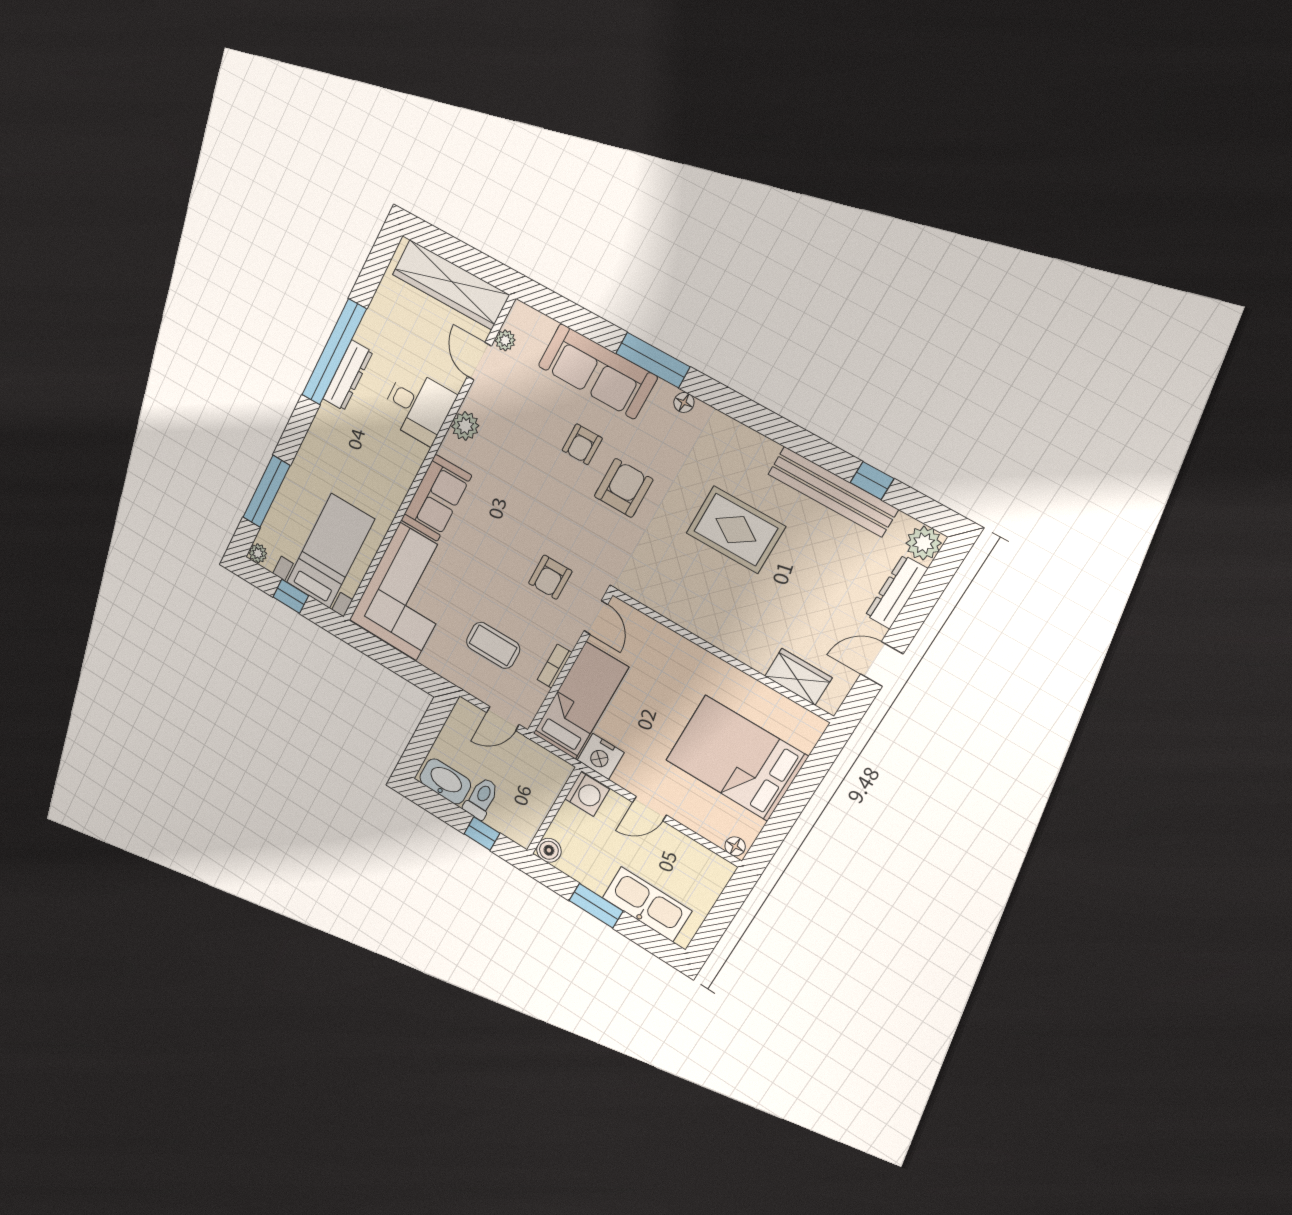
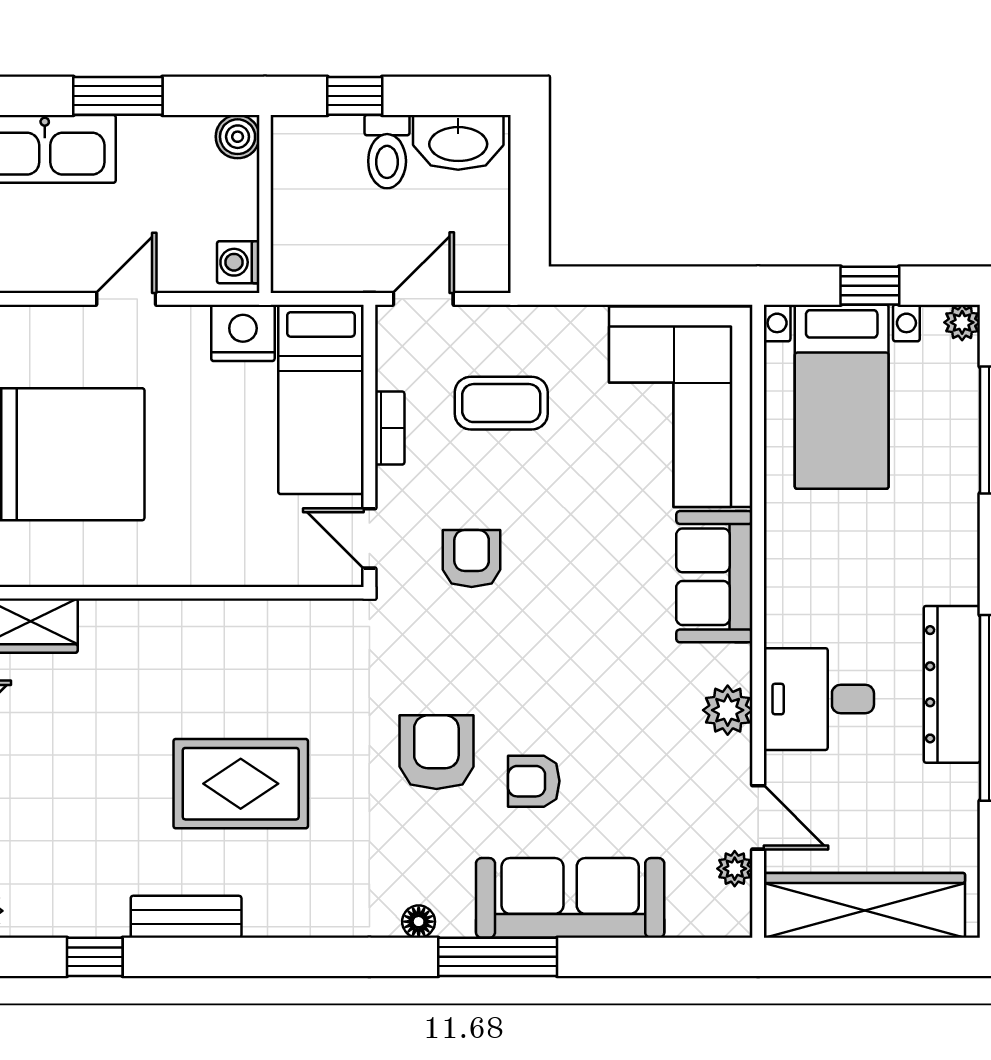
dresser: (348, 376) -> (952, 684), width x1.37, depth x1.24
armchair: (582, 444) -> (534, 781), turned -90
armchair: (624, 488) -> (436, 752), turned 180
bench: (833, 492) -> (186, 917), width x0.54, depth x0.82
washing machine: (587, 794) -> (238, 262), width x0.73, depth x0.73

